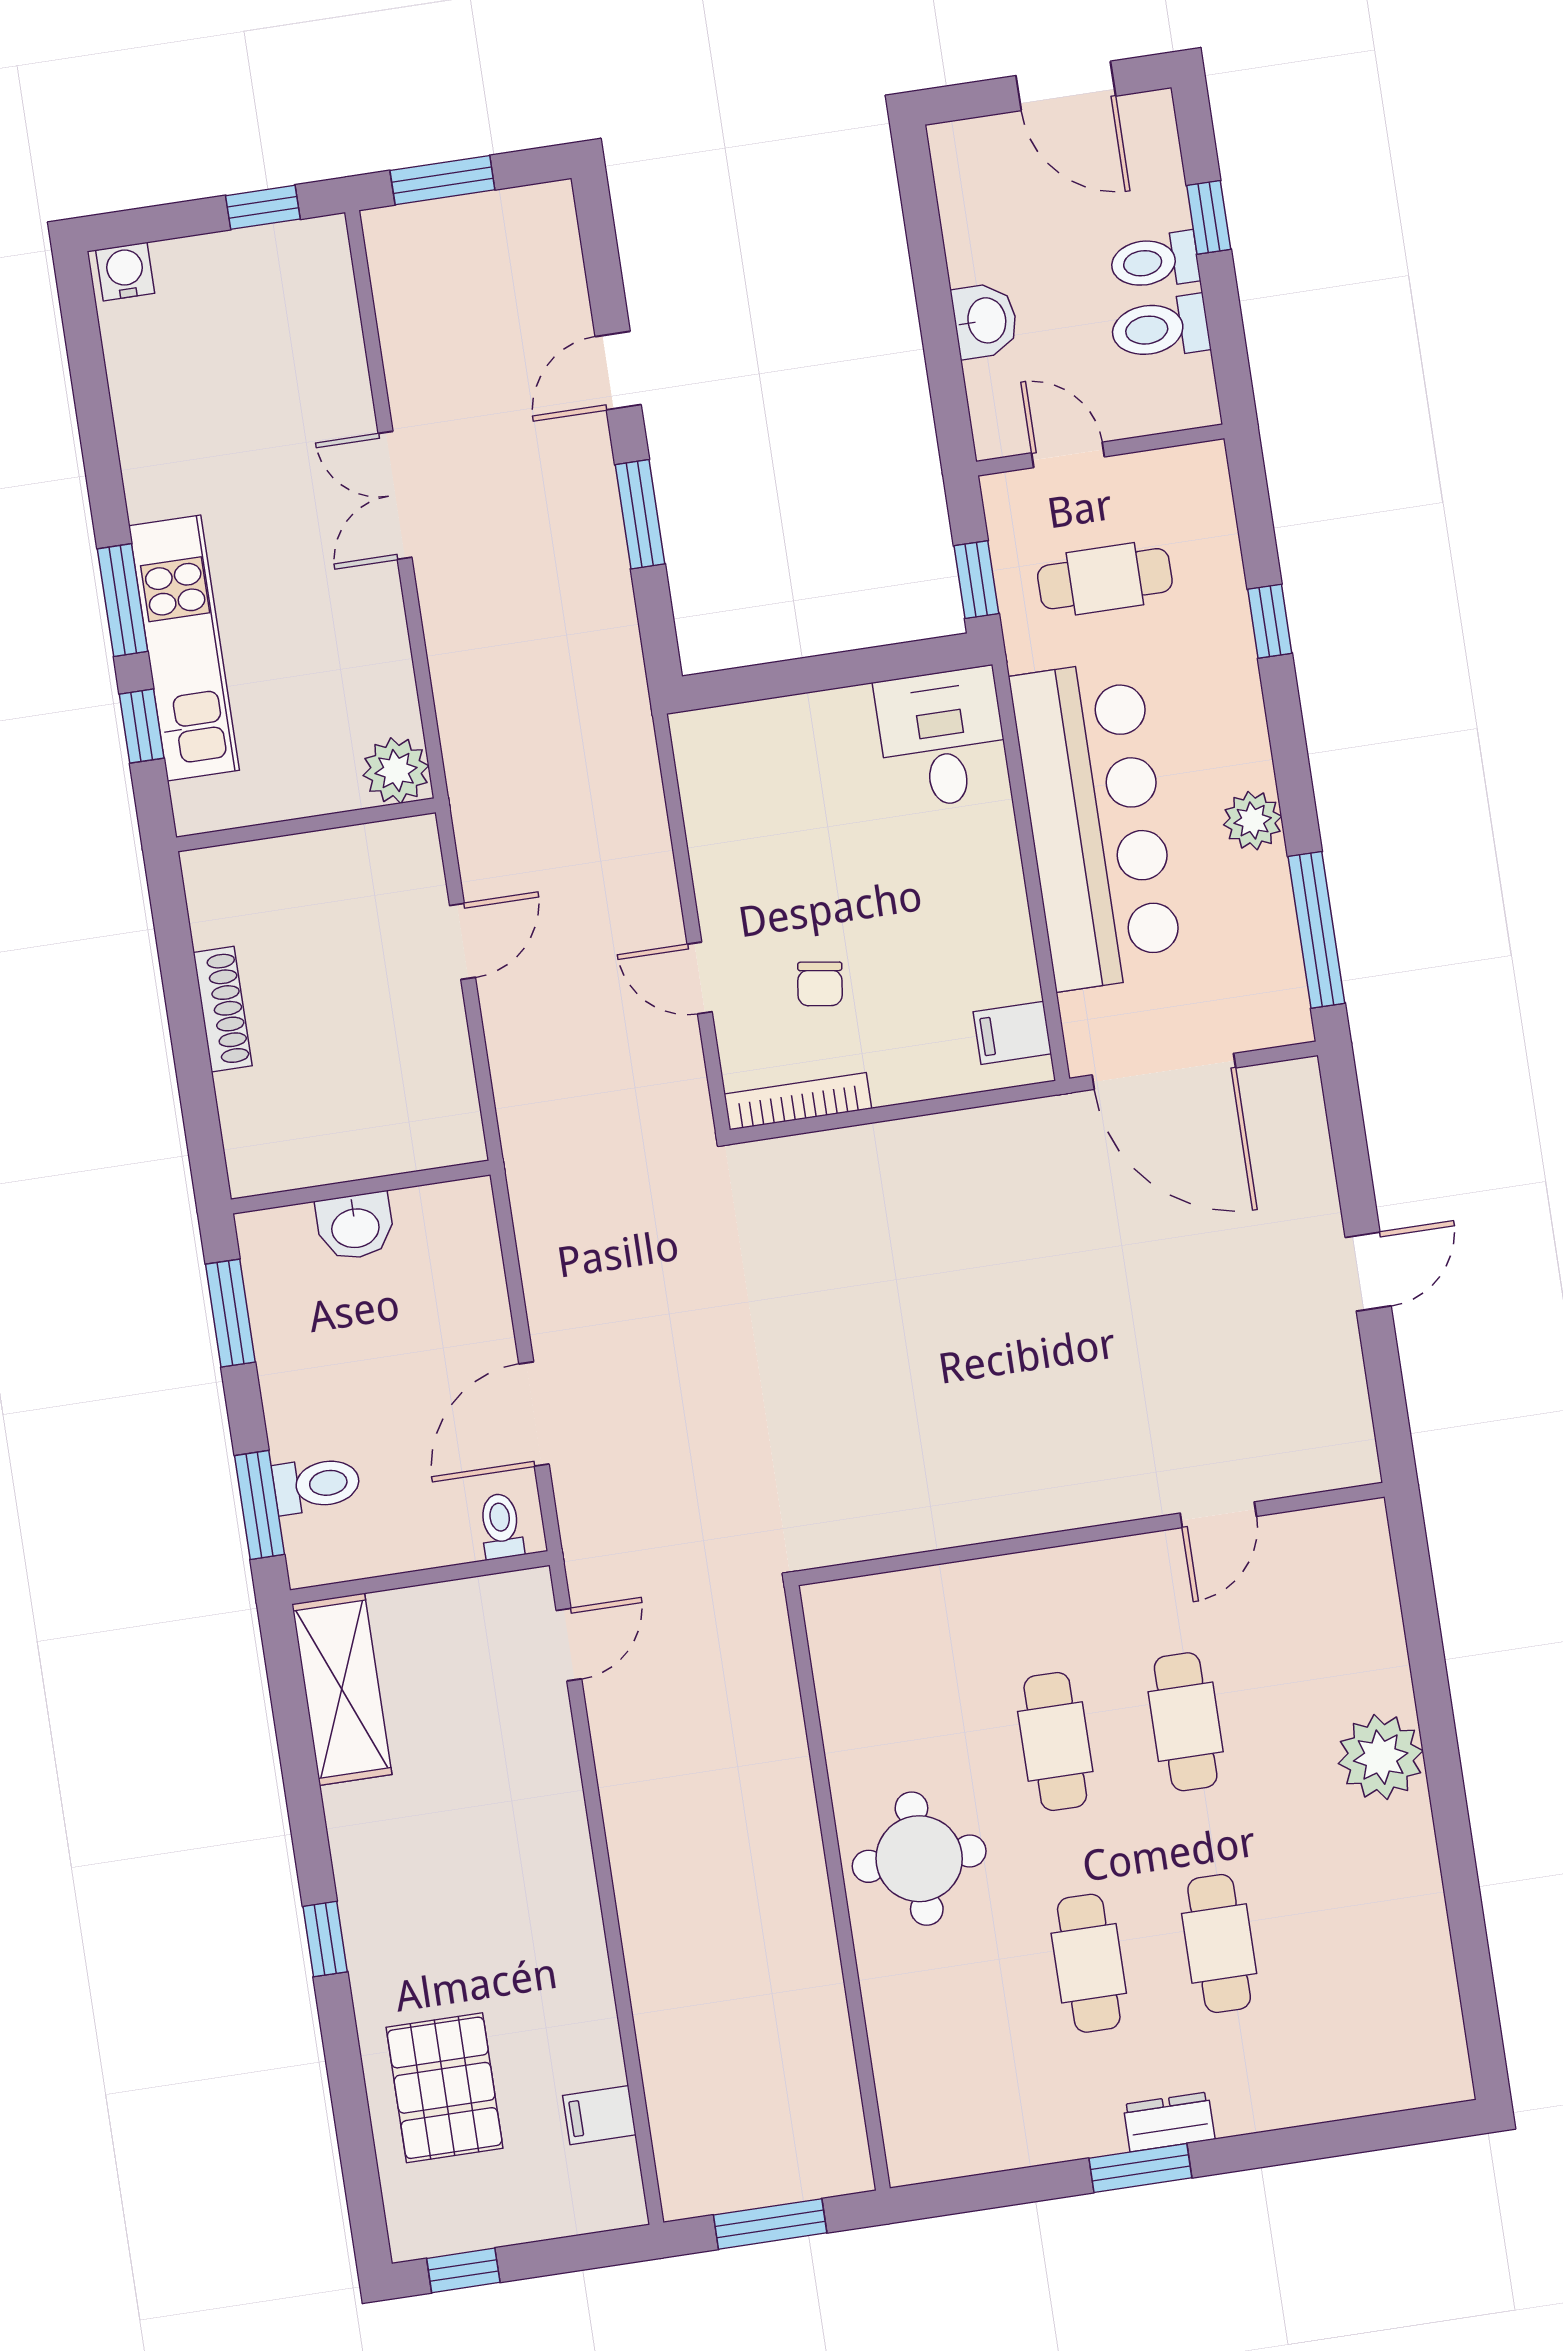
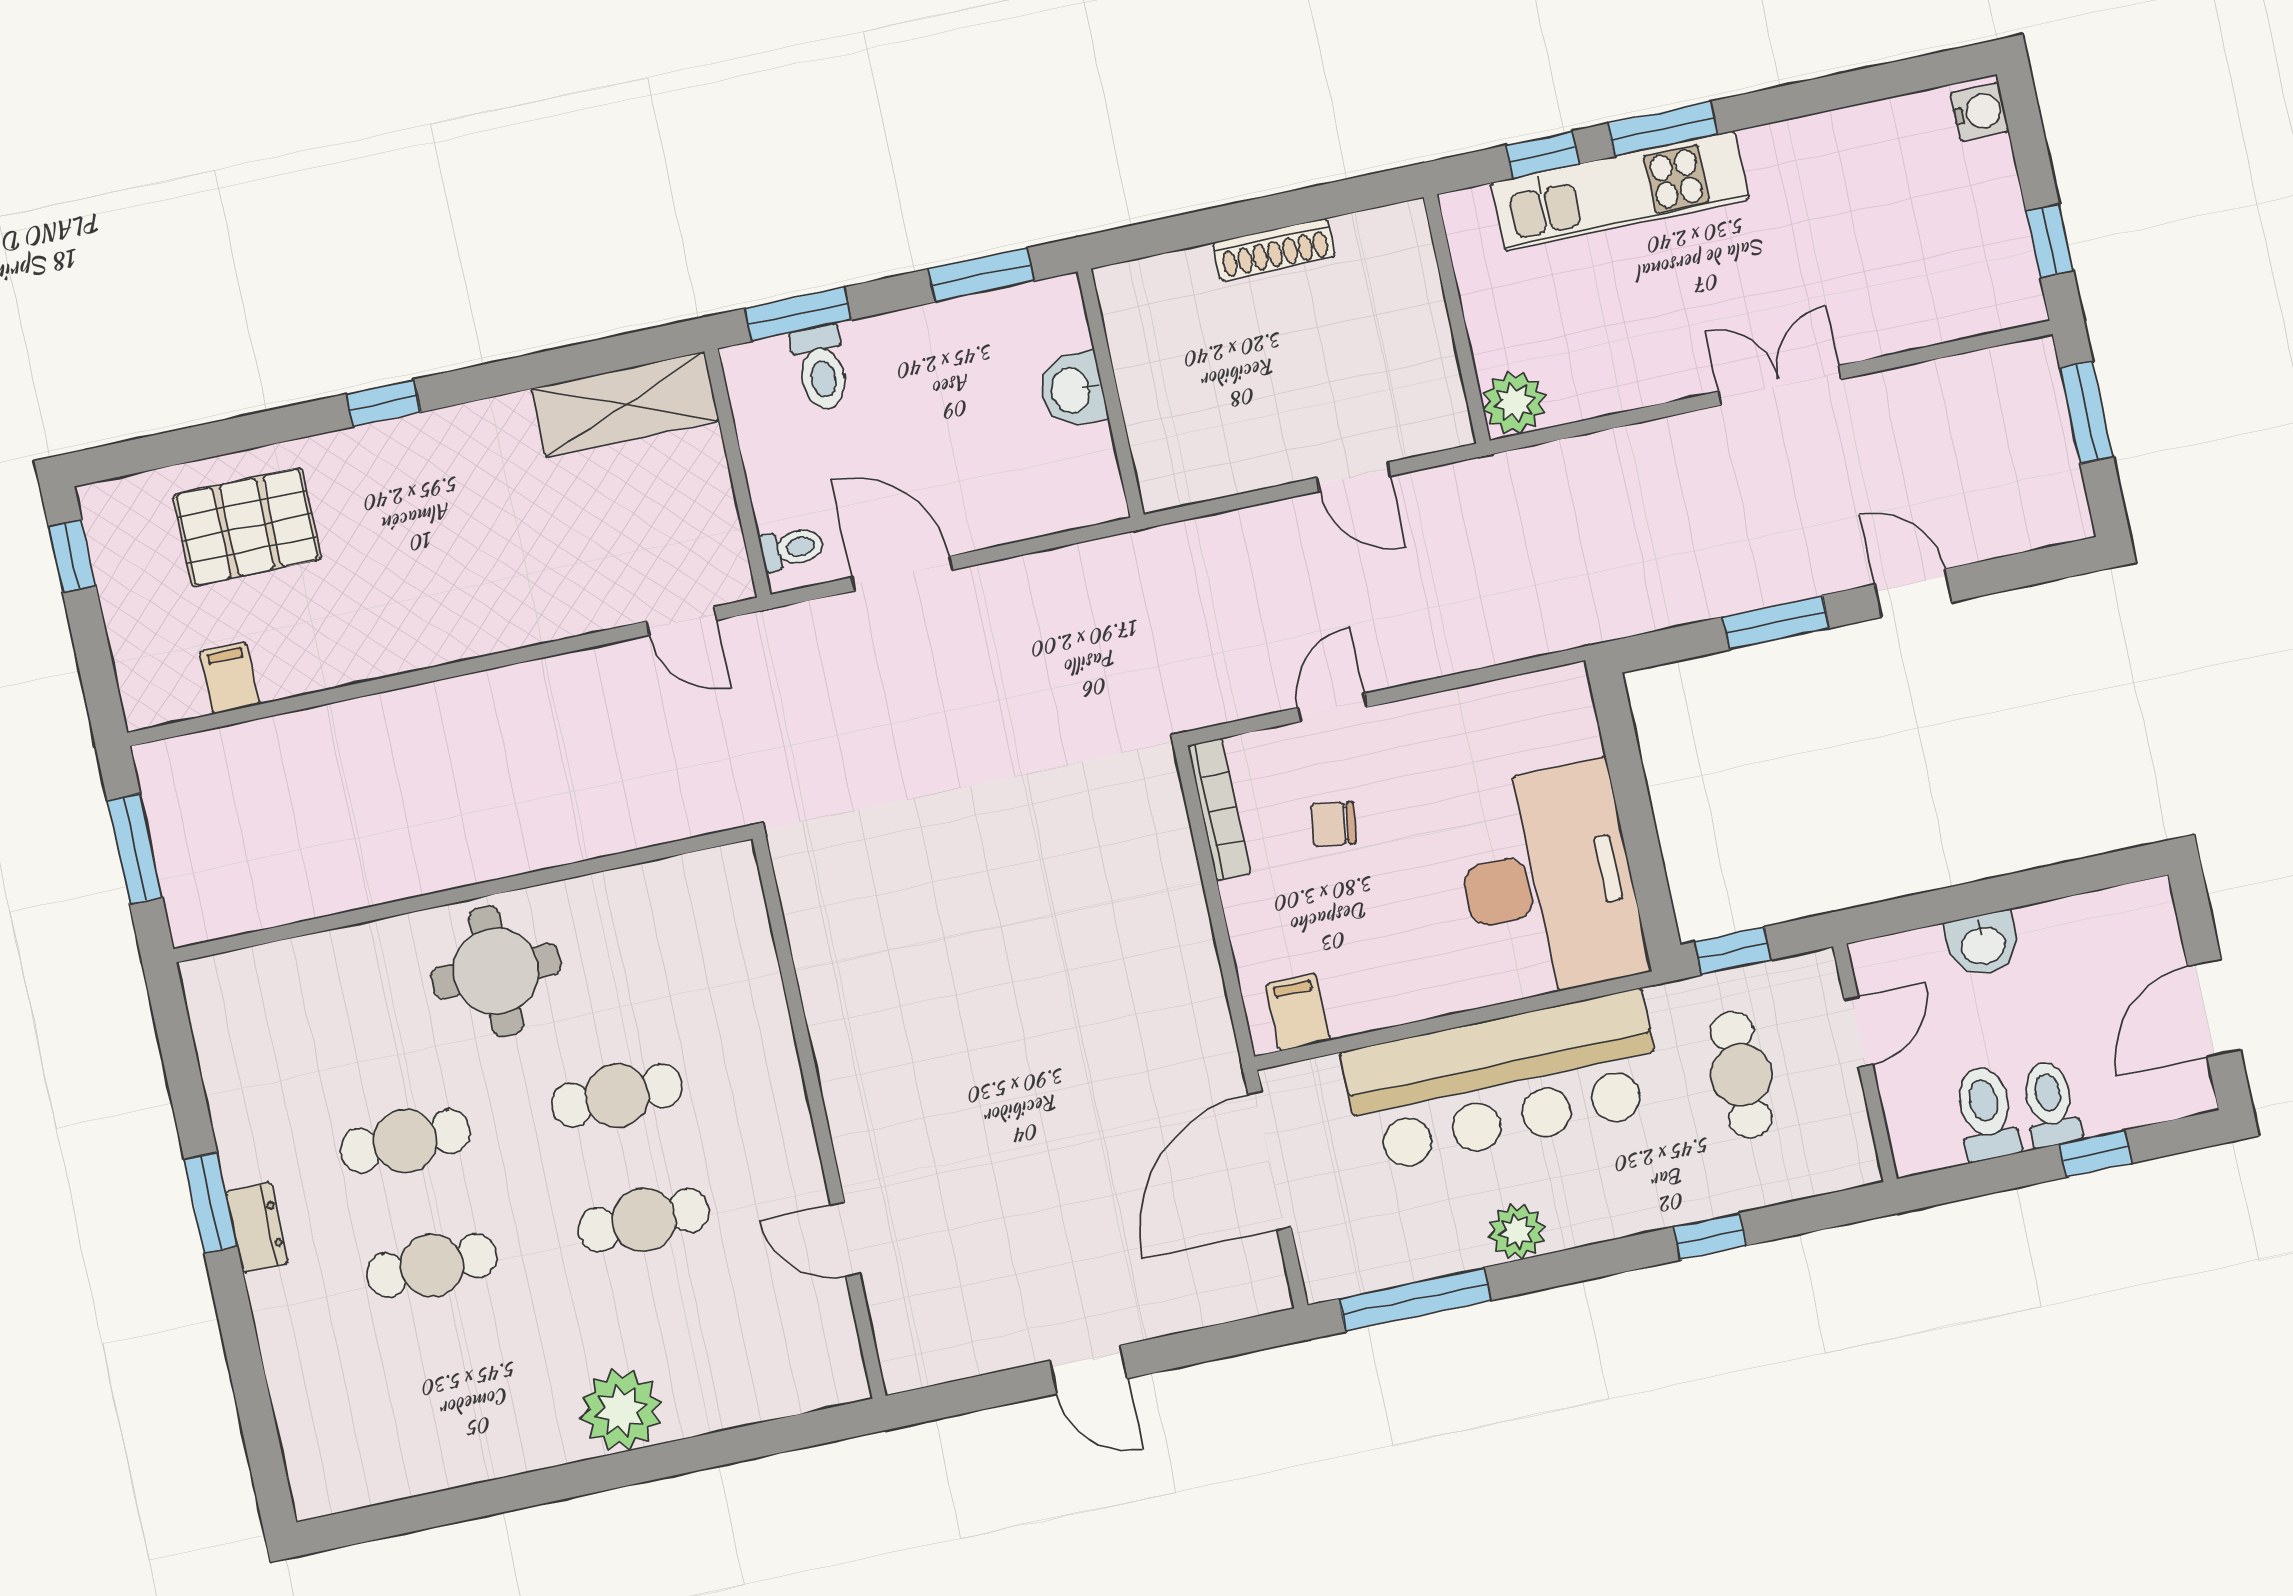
desk: (942, 738) -> (1548, 881), width x1.87, depth x1.30

